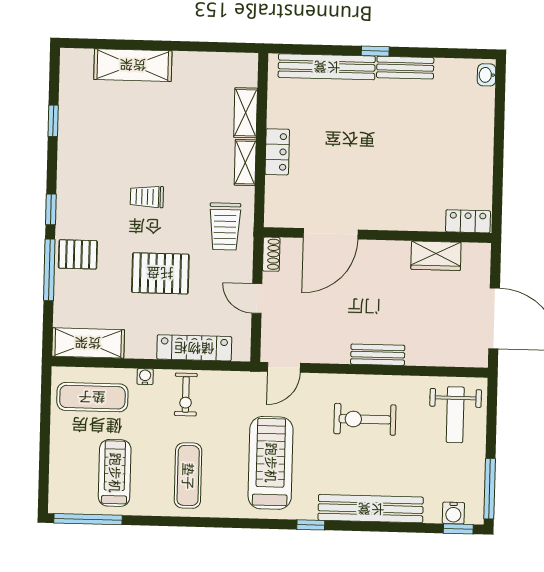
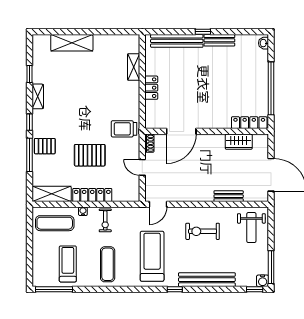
window: (498, 159) -> (271, 88), added
shelving: (245, 163) -> (38, 96), moved
trolley: (147, 197) -> (81, 114), removed
locker: (468, 221) -> (249, 123), width x1.53
trolley: (225, 226) -> (124, 129), turned 90
locker: (194, 348) -> (92, 195), moved
bench: (378, 355) -> (229, 196), moved
water cooler: (453, 513) -> (263, 281), moved

